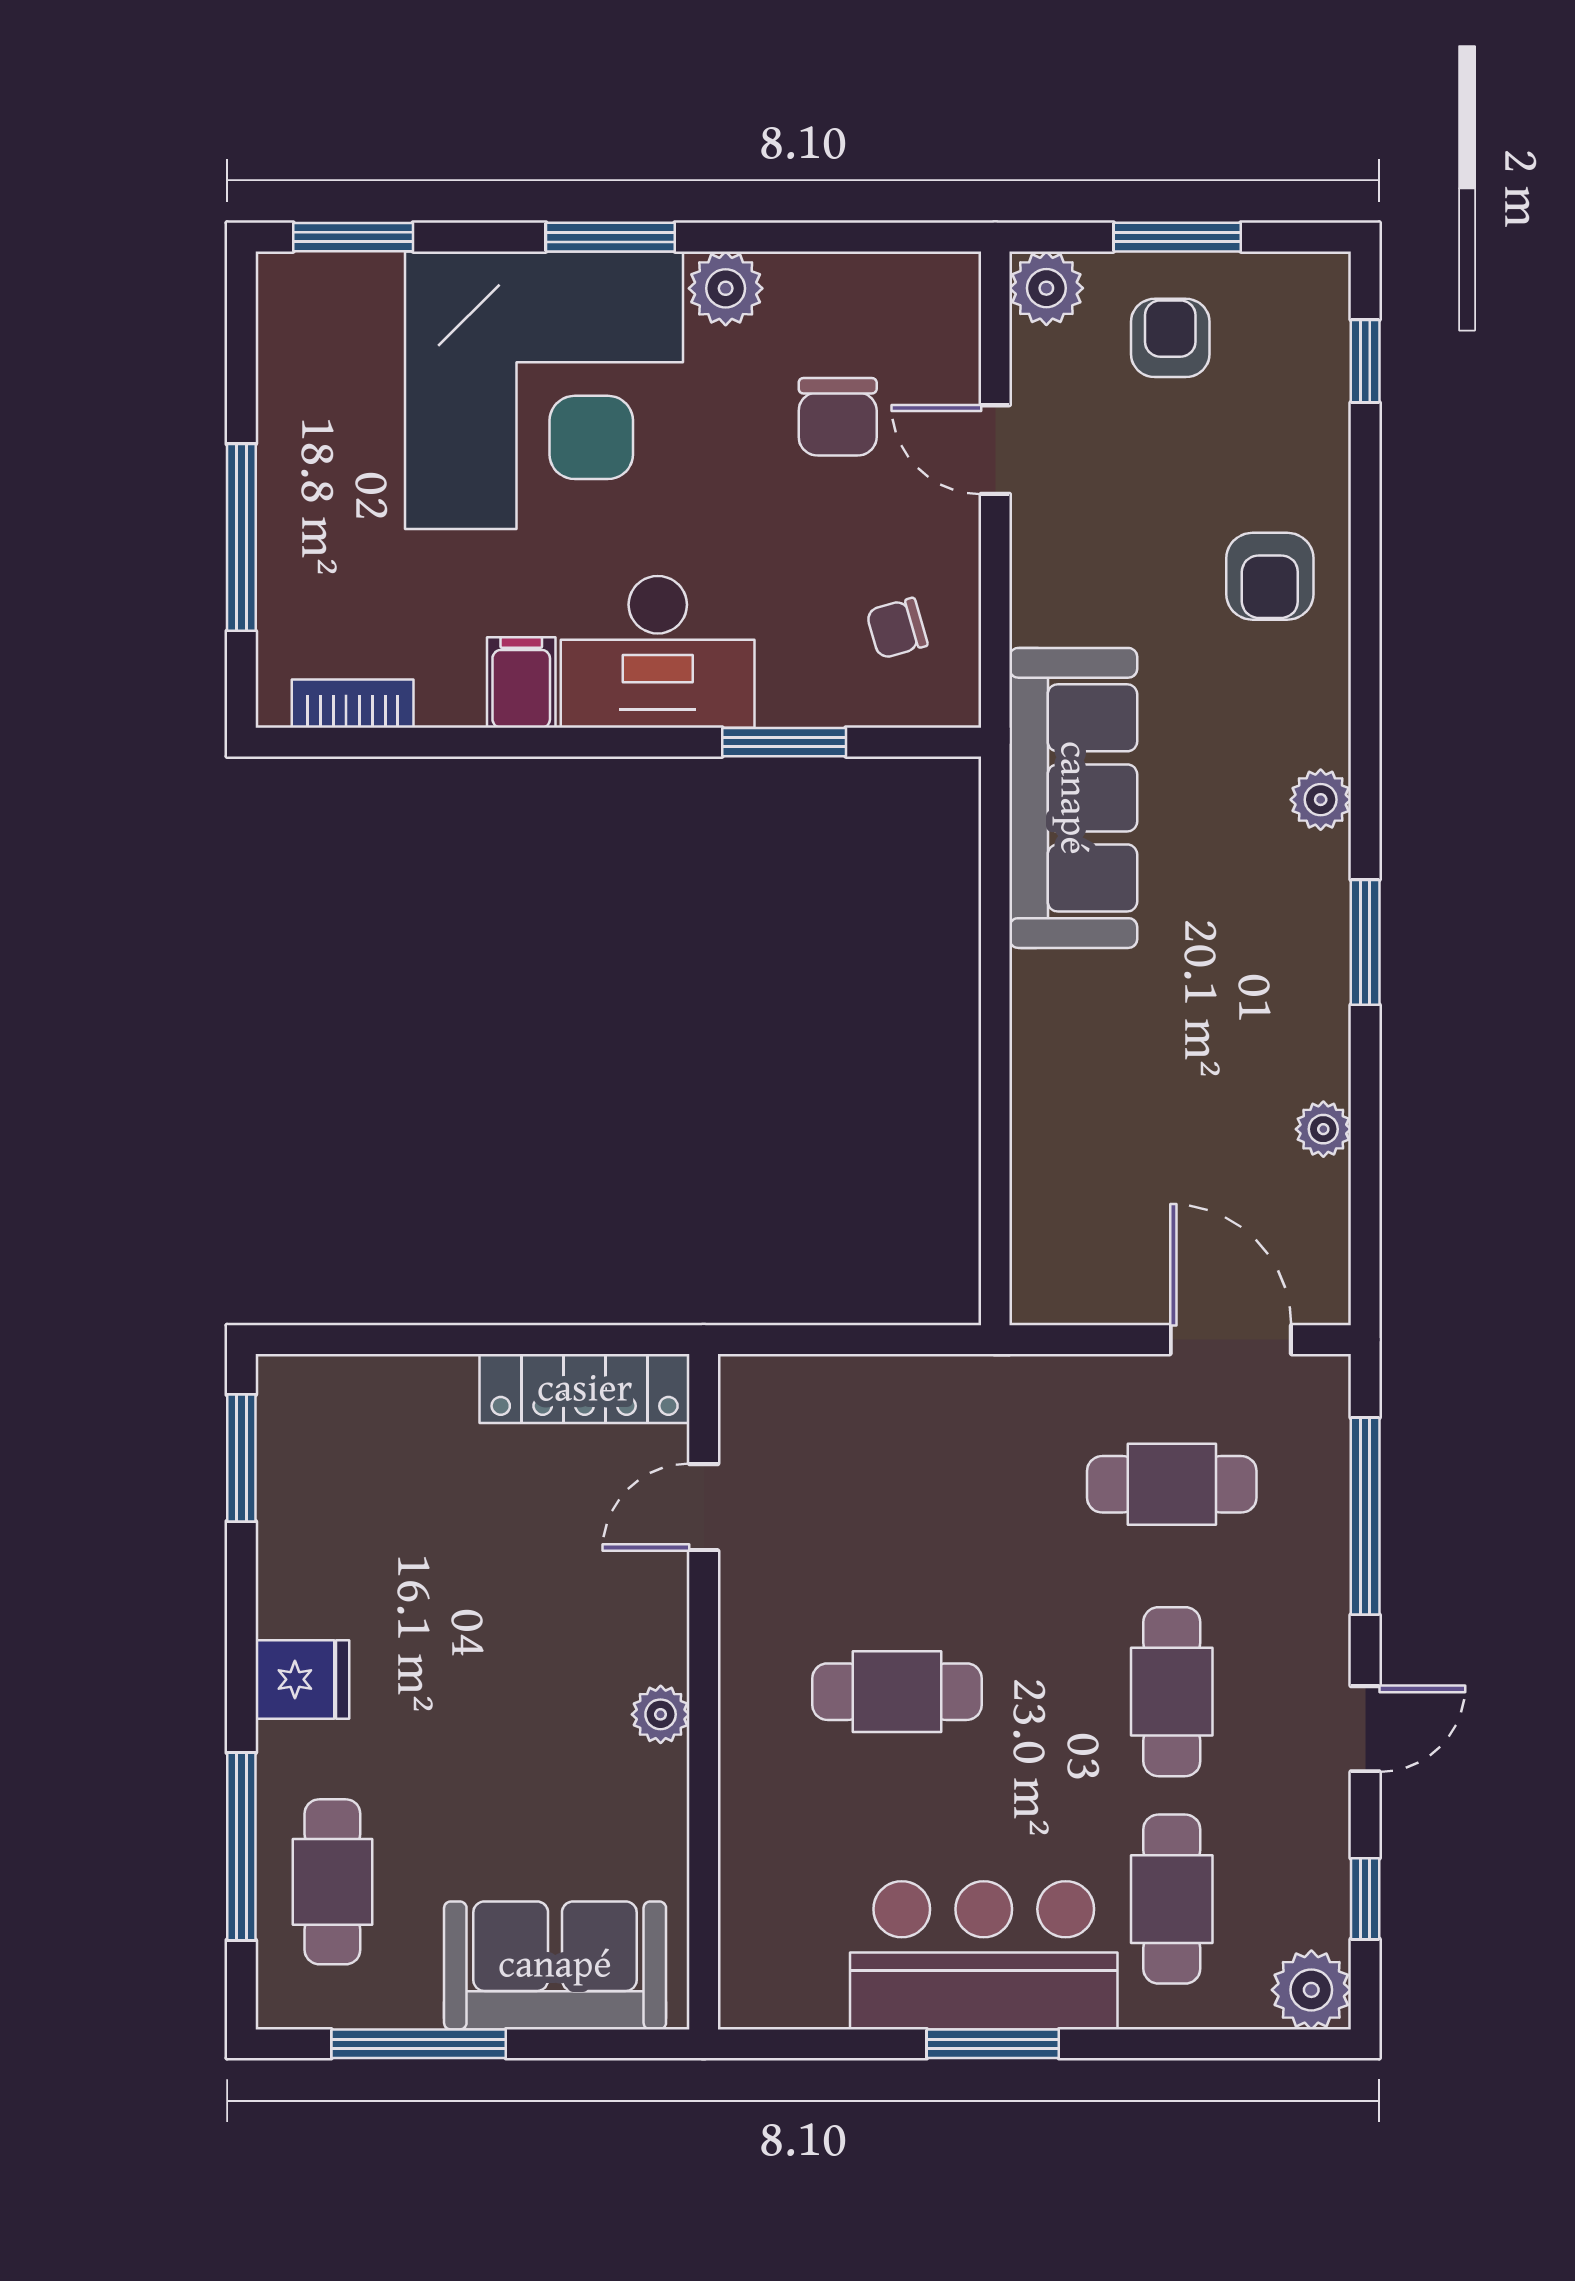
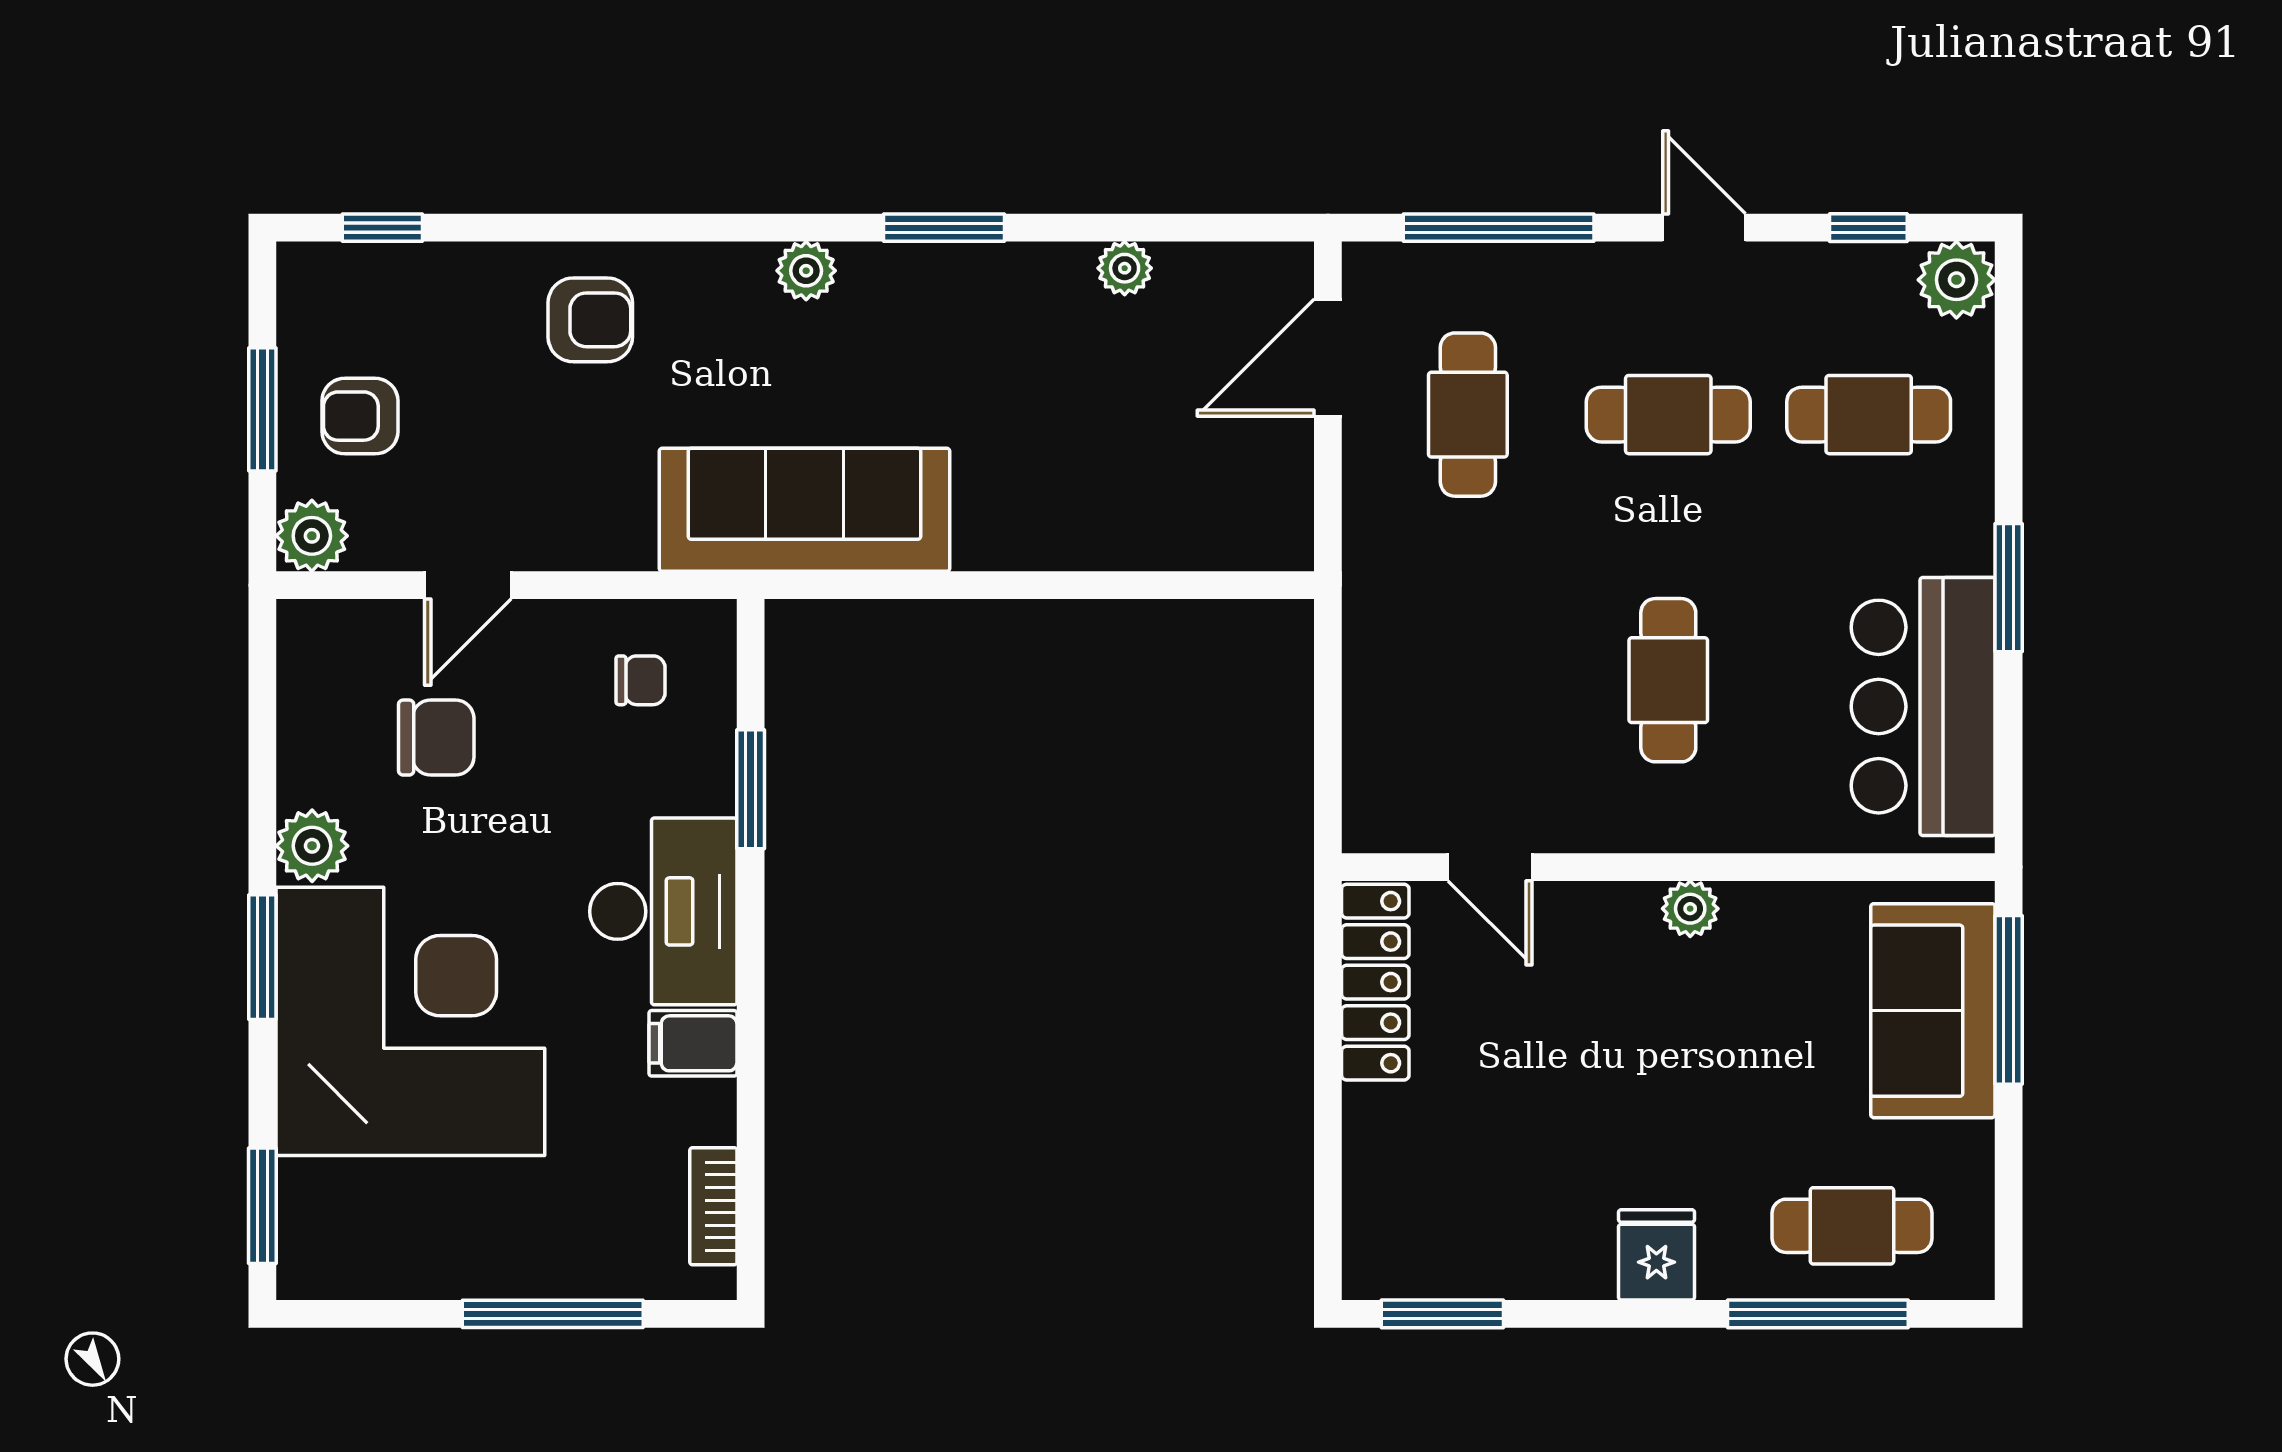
chair: (897, 628) -> (641, 680), turned -74
bar counter: (984, 1955) -> (1923, 707), moved
window: (419, 2044) -> (2009, 1000), moved

